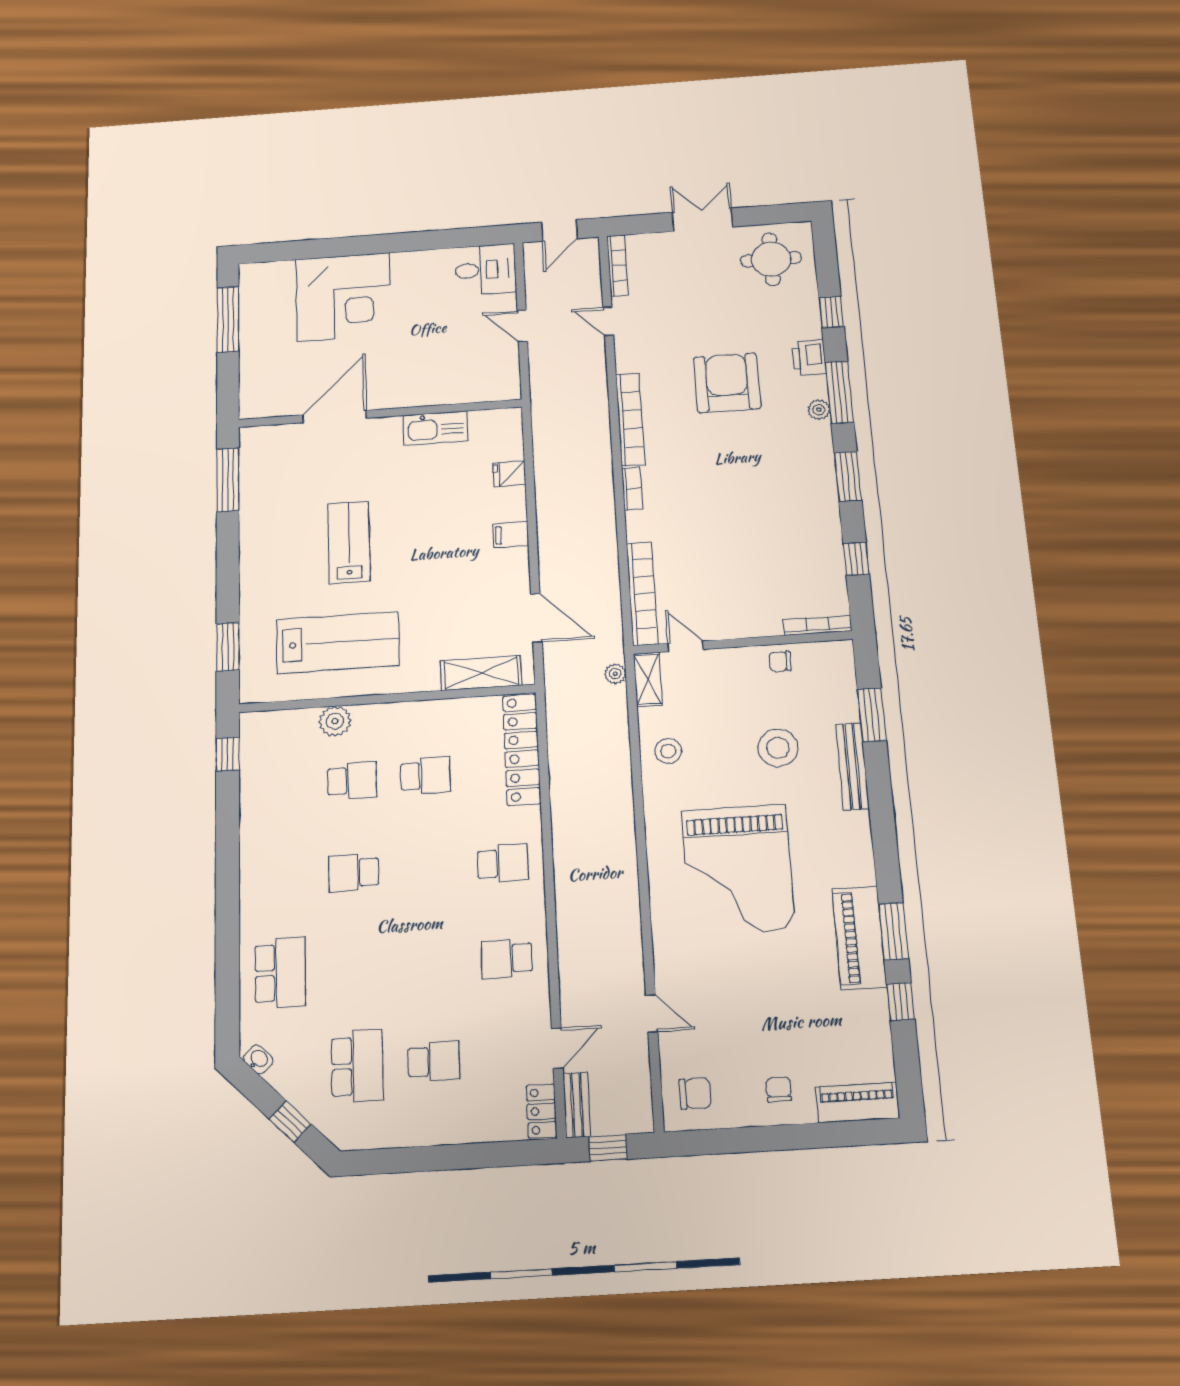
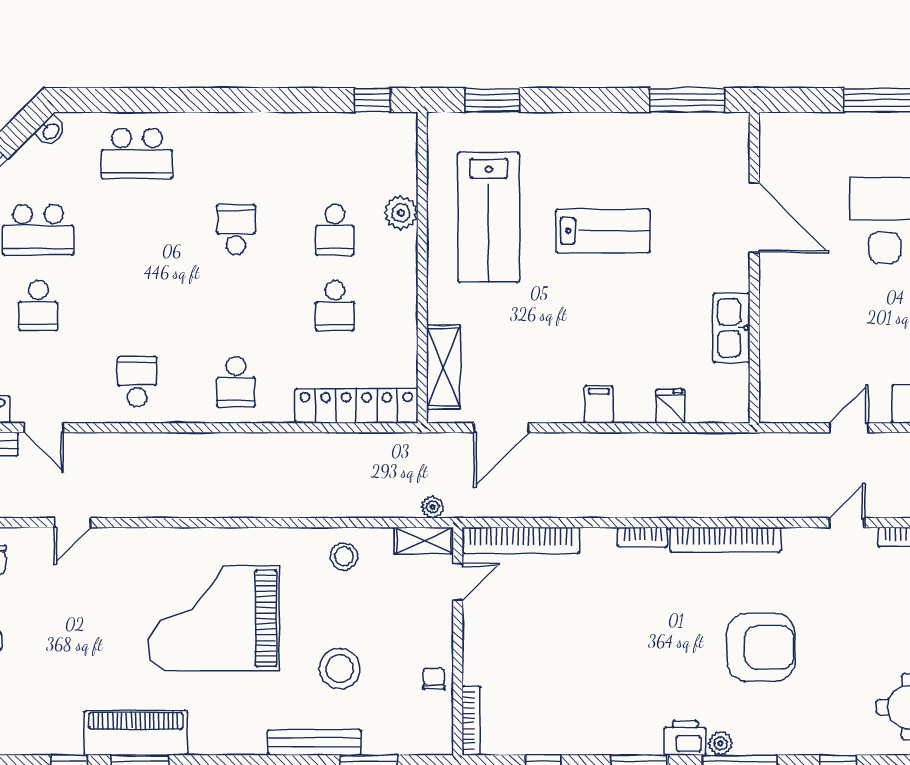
printer: (809, 358) -> (685, 738), moved

